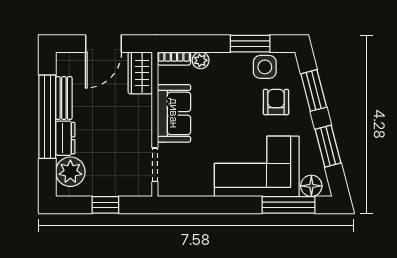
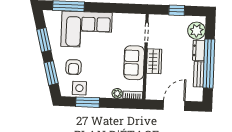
wardrobe: (140, 73) -> (154, 61), moved
floor lamp: (311, 186) -> (55, 17), removed

